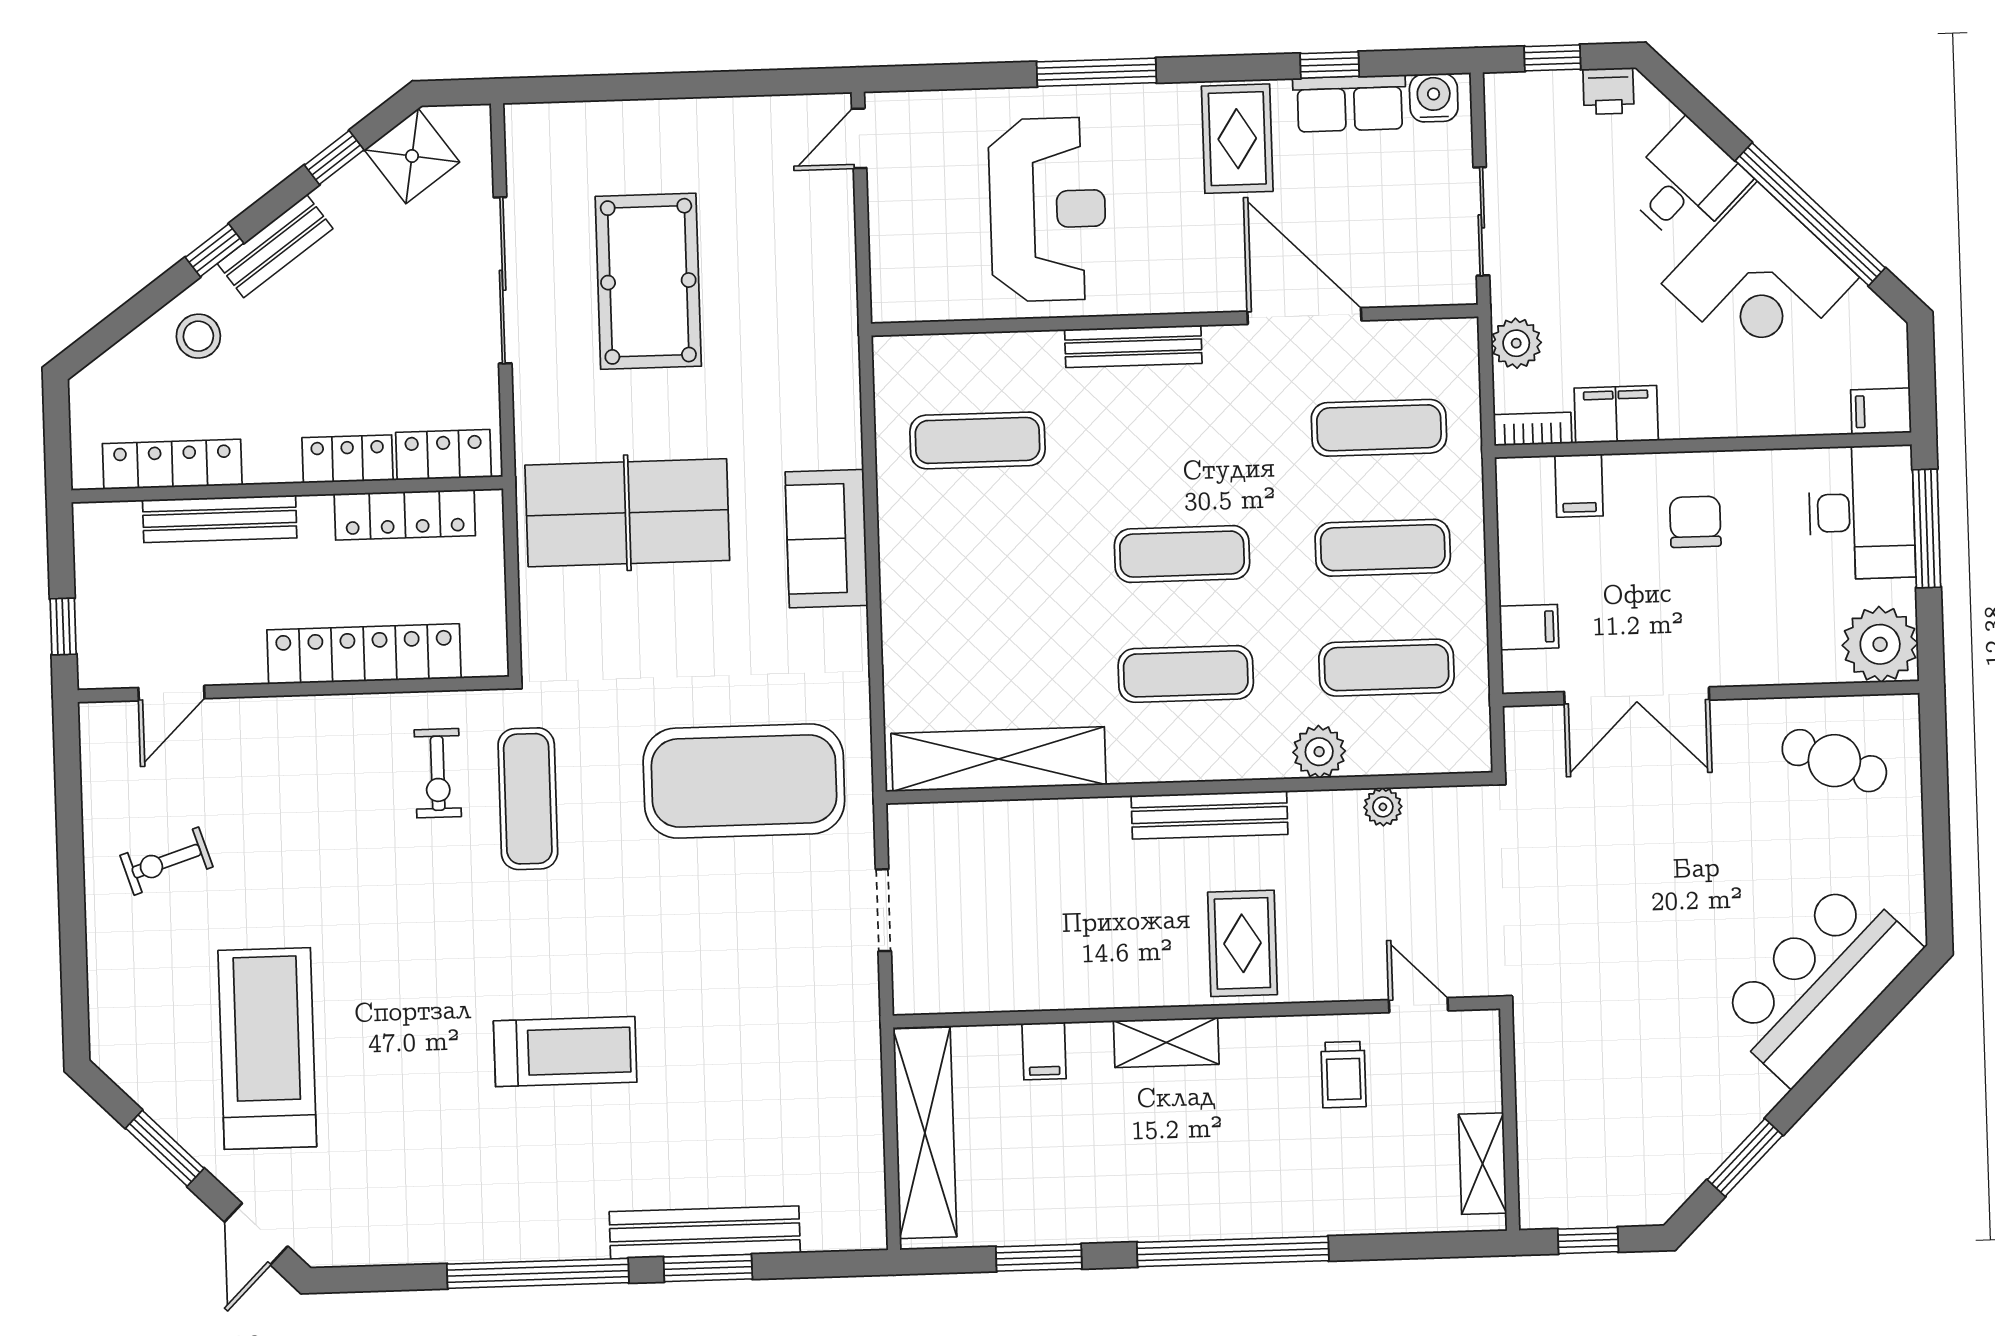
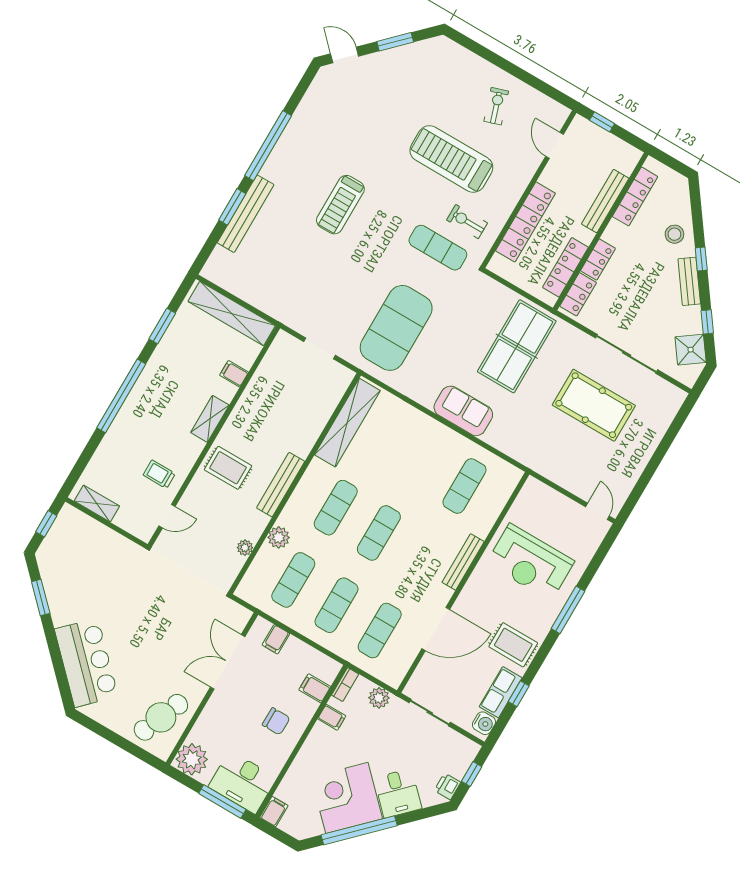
filing cabinet: (1616, 414) -> (332, 717), width x0.50
cafe table: (1834, 761) -> (161, 717), width x1.37, depth x1.35
treadmill: (267, 1048) -> (451, 159), moved, turned 180

